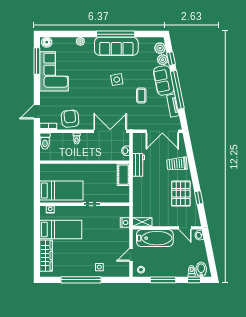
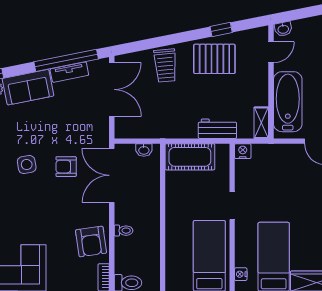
window: (177, 90) -> (66, 60), moved
coffee table: (141, 95) -> (53, 124), removed
armchair: (116, 103) -> (66, 167), added
armchair: (70, 119) -> (91, 241), turned -92
workbench: (139, 165) -> (217, 129), moved
cot: (123, 175) -> (190, 157), width x1.37, depth x1.34
nightstand: (125, 223) -> (243, 151), moved

